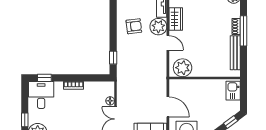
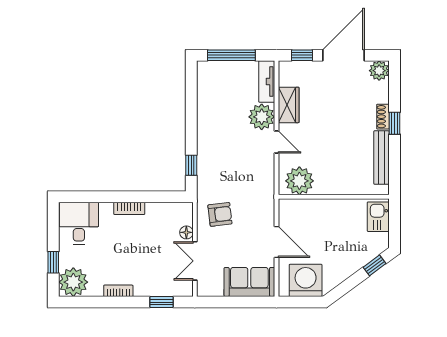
armchair: (134, 26) -> (220, 214), moved
window: (243, 31) -> (394, 123), width x0.46
window: (44, 78) -> (84, 197), removed

